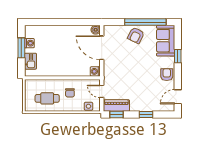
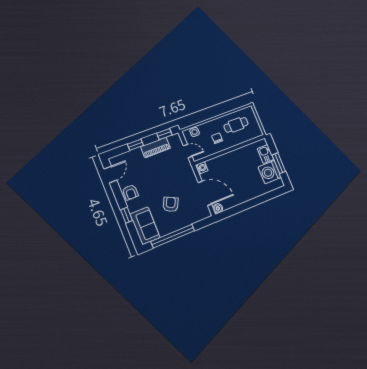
armchair: (136, 35) -> (171, 204), moved
washing machine: (29, 43) -> (270, 172), width x1.89, depth x1.89
piano: (116, 106) -> (156, 147), moved

